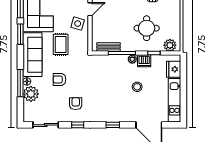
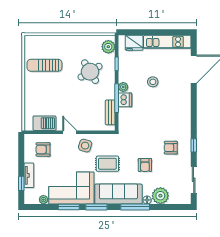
round table: (147, 28) -> (90, 72), turned -31
dishwasher: (144, 61) -> (125, 100), moved
window: (20, 83) -> (135, 207), moved
window: (113, 125) -> (194, 108), removed

